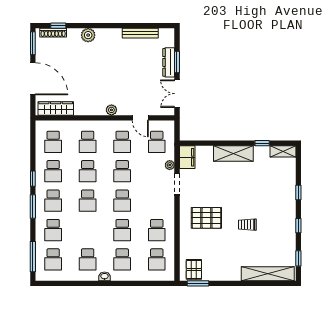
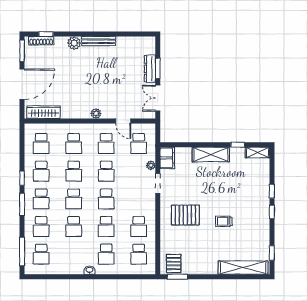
bench: (140, 33) -> (99, 41), moved
door: (33, 79) -> (22, 84), hinge flipped
window: (298, 226) -> (272, 212), moved
school desk: (88, 259) -> (74, 226), moved

